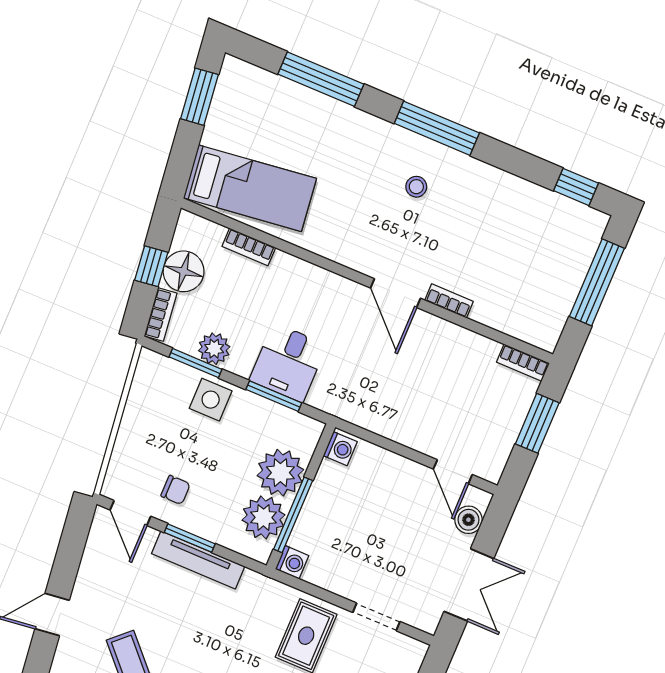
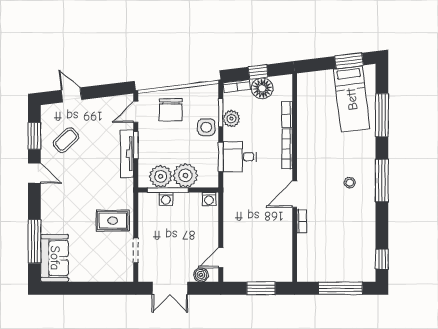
bed: (250, 188) -> (352, 99), moved
bookcase: (523, 363) -> (287, 149), moved, width x1.56
chair: (176, 490) -> (171, 110), moved, width x1.87, depth x1.87
washing machine: (292, 562) -> (166, 199), moved

